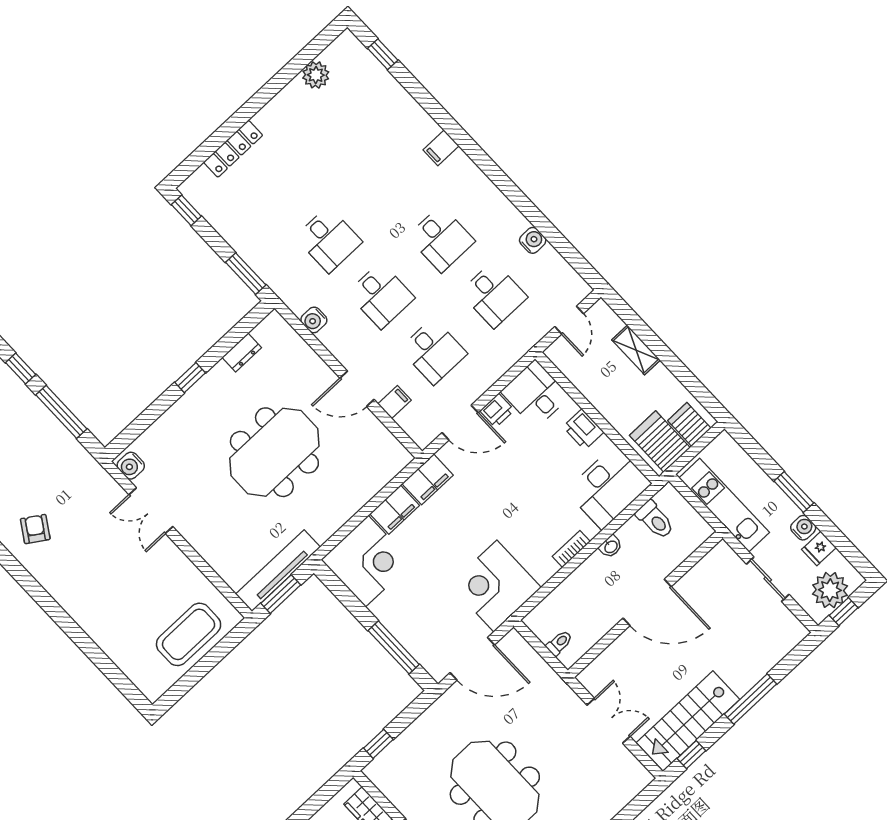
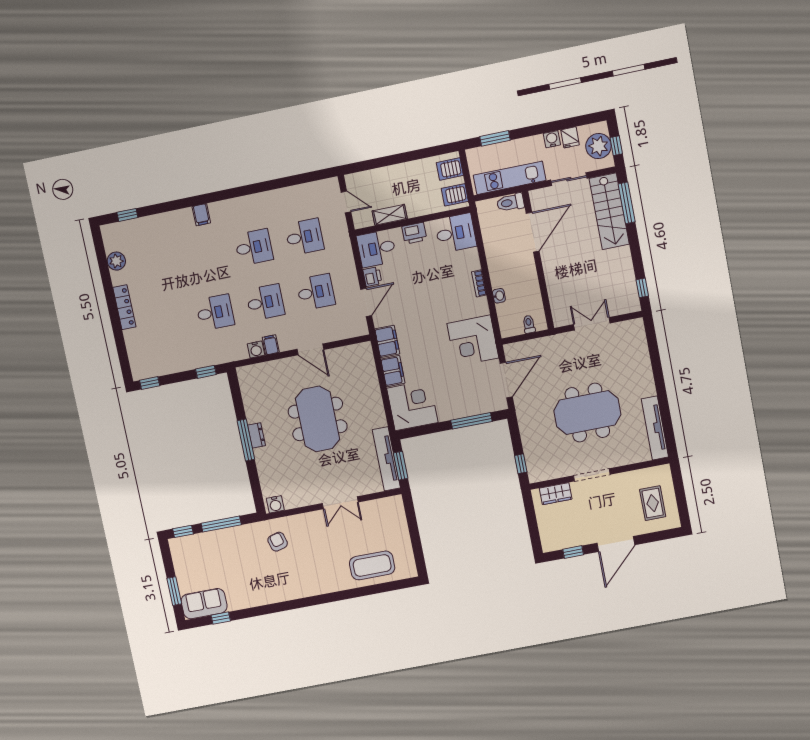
locker: (233, 149) -> (124, 307), moved
water cooler: (533, 240) -> (287, 194), removed
window: (246, 274) -> (206, 372), width x0.67
shelving: (636, 350) -> (390, 215), moved
dresser: (242, 353) -> (256, 435), moved
window: (190, 378) -> (246, 440), width x2.17
door: (357, 389) -> (310, 349), hinge flipped
filing cabinet: (394, 402) -> (271, 345), moved
server rack: (660, 442) -> (455, 195), width x0.73, depth x0.70
desk: (608, 487) -> (456, 233), width x0.73
window: (794, 492) -> (495, 138), moved
double door: (151, 511) -> (340, 503), moved
toilet: (655, 520) -> (510, 203), moved, turned 180
armchair: (35, 529) -> (278, 542), moved, turned 42
washbasin: (611, 547) -> (499, 296), moved
door: (647, 602) -> (533, 232), moved
coffee table: (189, 634) -> (372, 565), moved, turned 90
window: (751, 699) -> (627, 203), moved
stairs: (688, 721) -> (609, 211), moved

